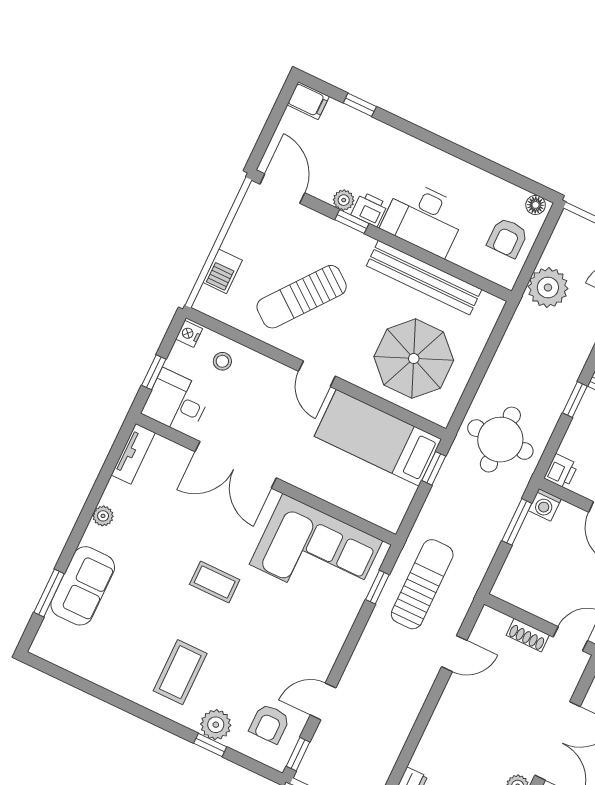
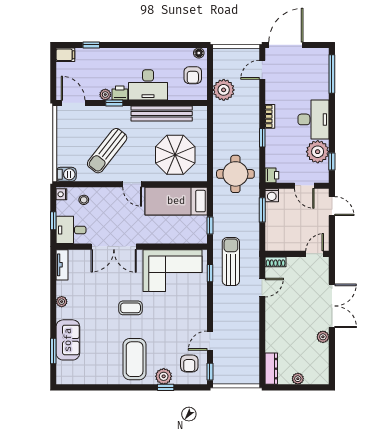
barbecue: (222, 271) -> (66, 174), moved, turned -90
window: (434, 468) -> (210, 226), moved
shoe rack: (528, 635) -> (276, 262), moved
coffee table: (180, 672) -> (135, 359), width x1.36, depth x1.32

